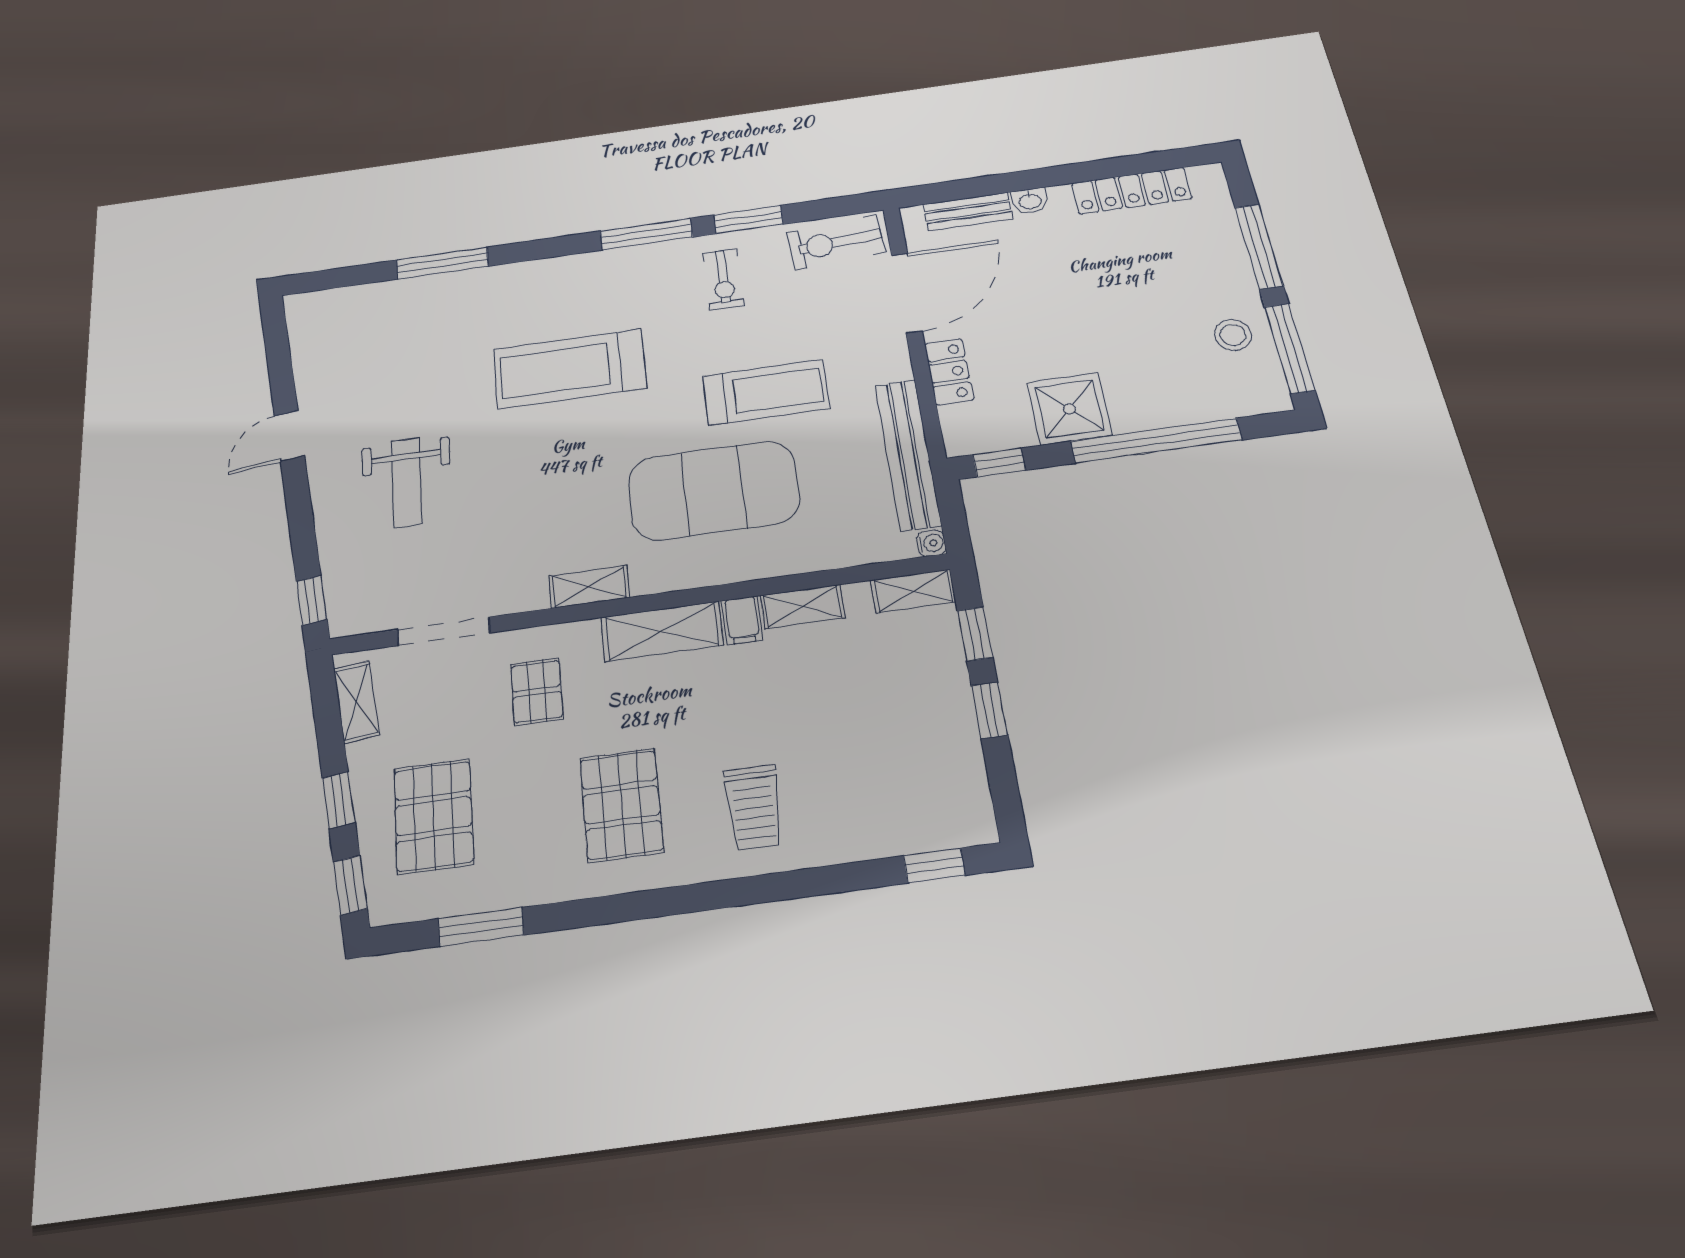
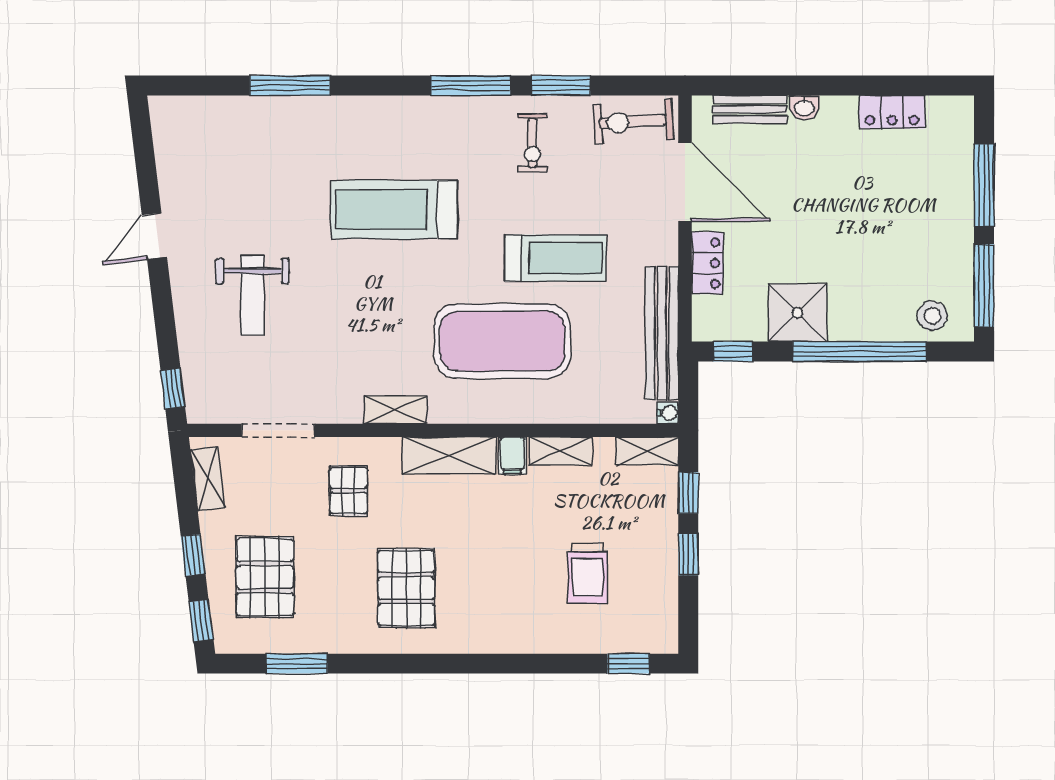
locker: (1132, 191) -> (892, 112), width x0.66
door: (907, 293) -> (685, 182), hinge flipped
stool: (1233, 335) -> (932, 316), moved
trolley: (754, 807) -> (588, 573), moved

